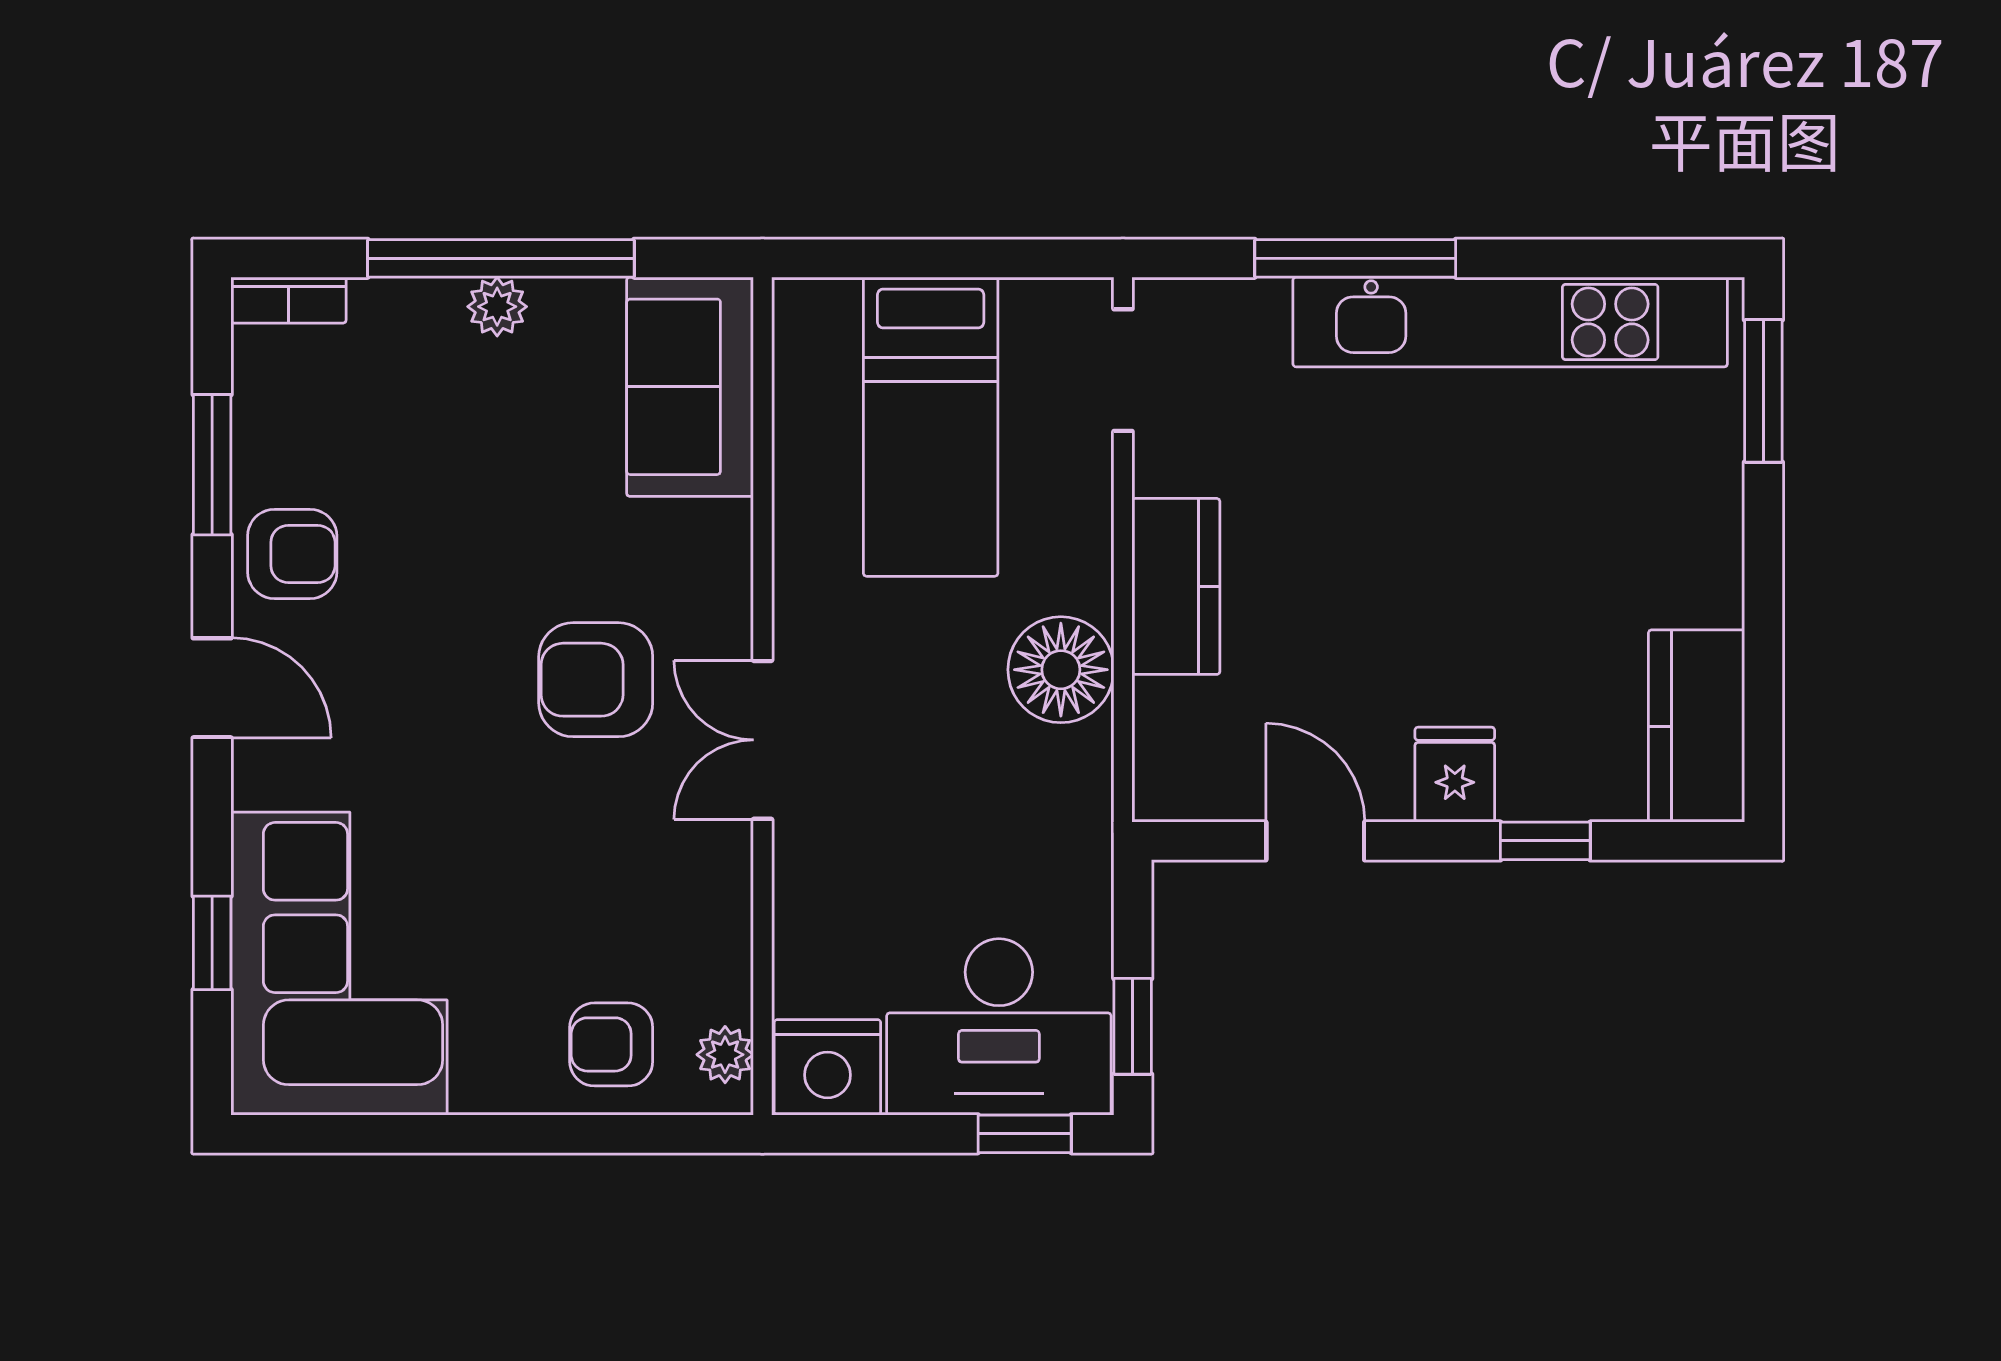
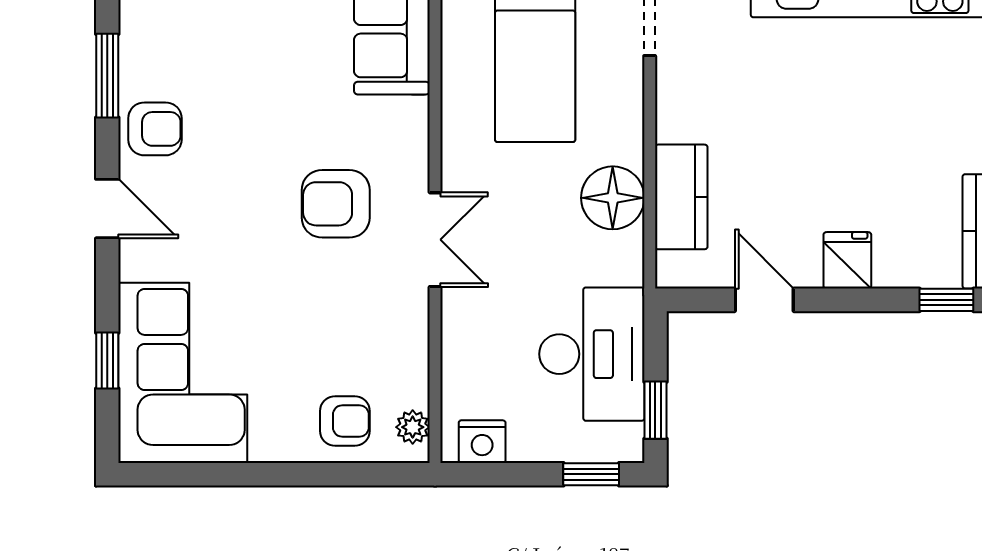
kitchen counter: (1176, 586) -> (681, 197), moved
double door: (762, 740) -> (435, 240), swing flipped
window: (1545, 841) -> (946, 300), moved
desk: (999, 1027) -> (592, 354), moved, turned -90
armchair: (611, 1044) -> (345, 421), turned 180
nightstand: (827, 1067) -> (482, 442), width x0.74, depth x0.75

